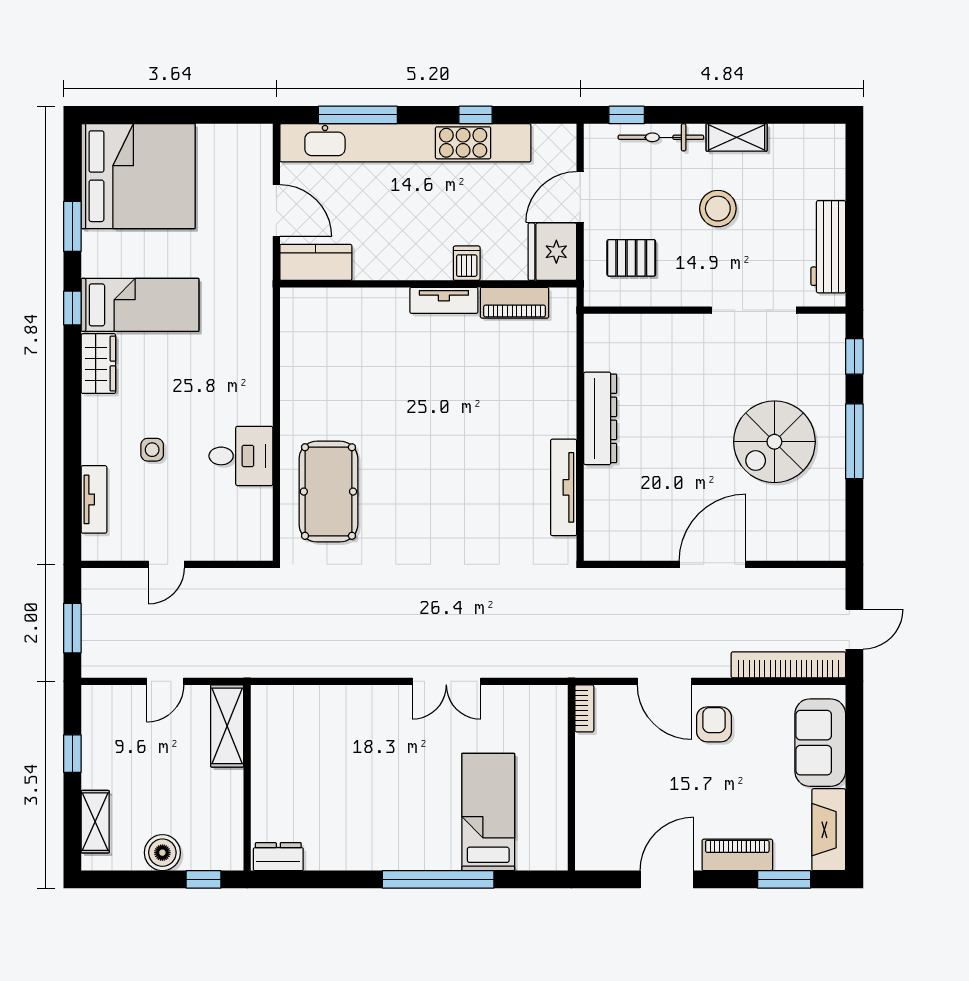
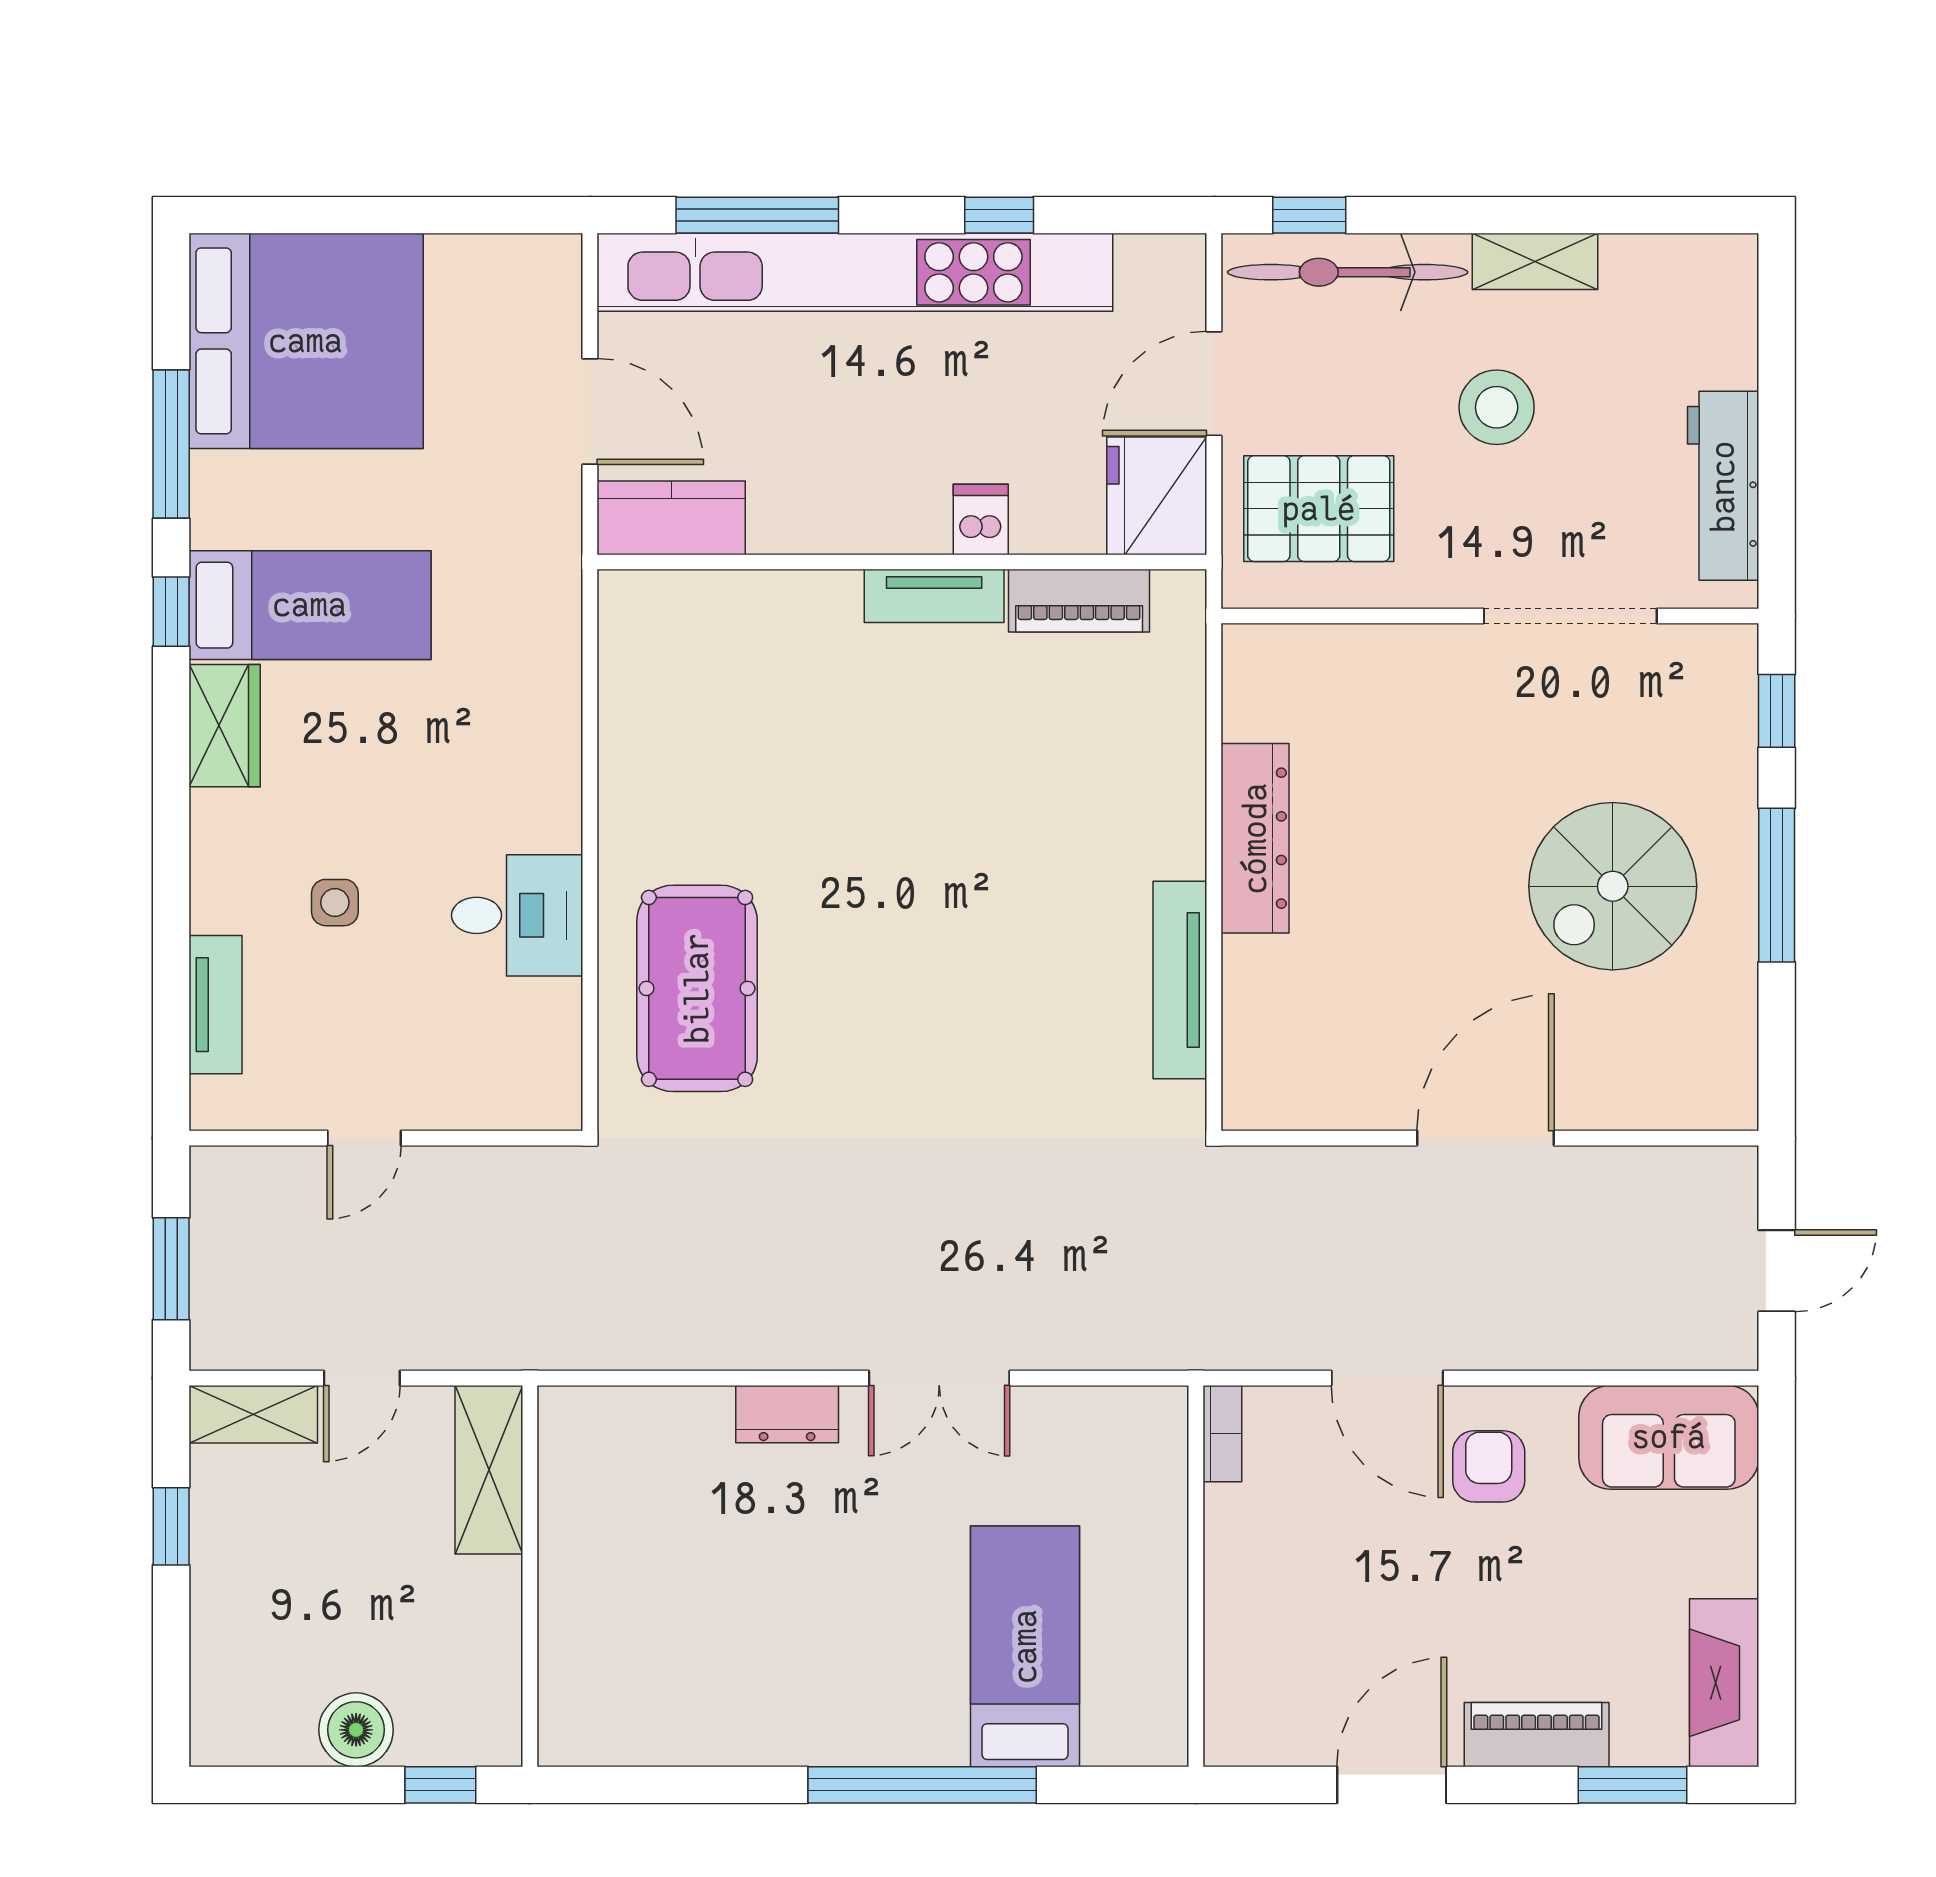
bicycle: (661, 137) -> (1348, 272), width x1.37, depth x1.40
window: (72, 226) -> (171, 444), width x1.44
pallet: (631, 258) -> (1319, 509), width x1.50, depth x1.42
bookcase: (788, 665) -> (1641, 1344), removed
sofa: (820, 743) -> (1669, 1437), moved, turned -90
shelving: (95, 822) -> (253, 1414), moved, turned 90
dresser: (278, 857) -> (787, 1414), moved, turned 180

